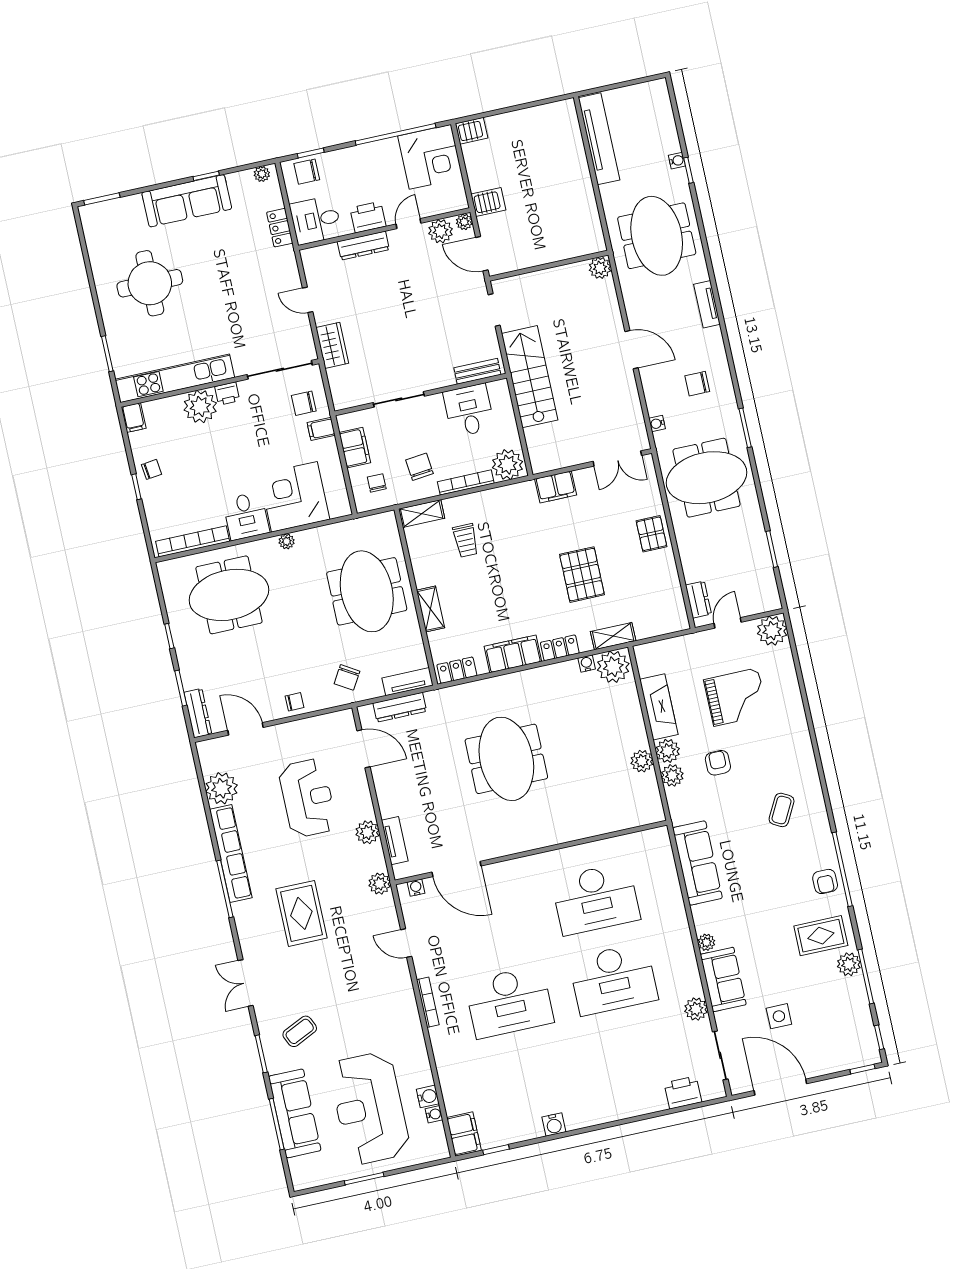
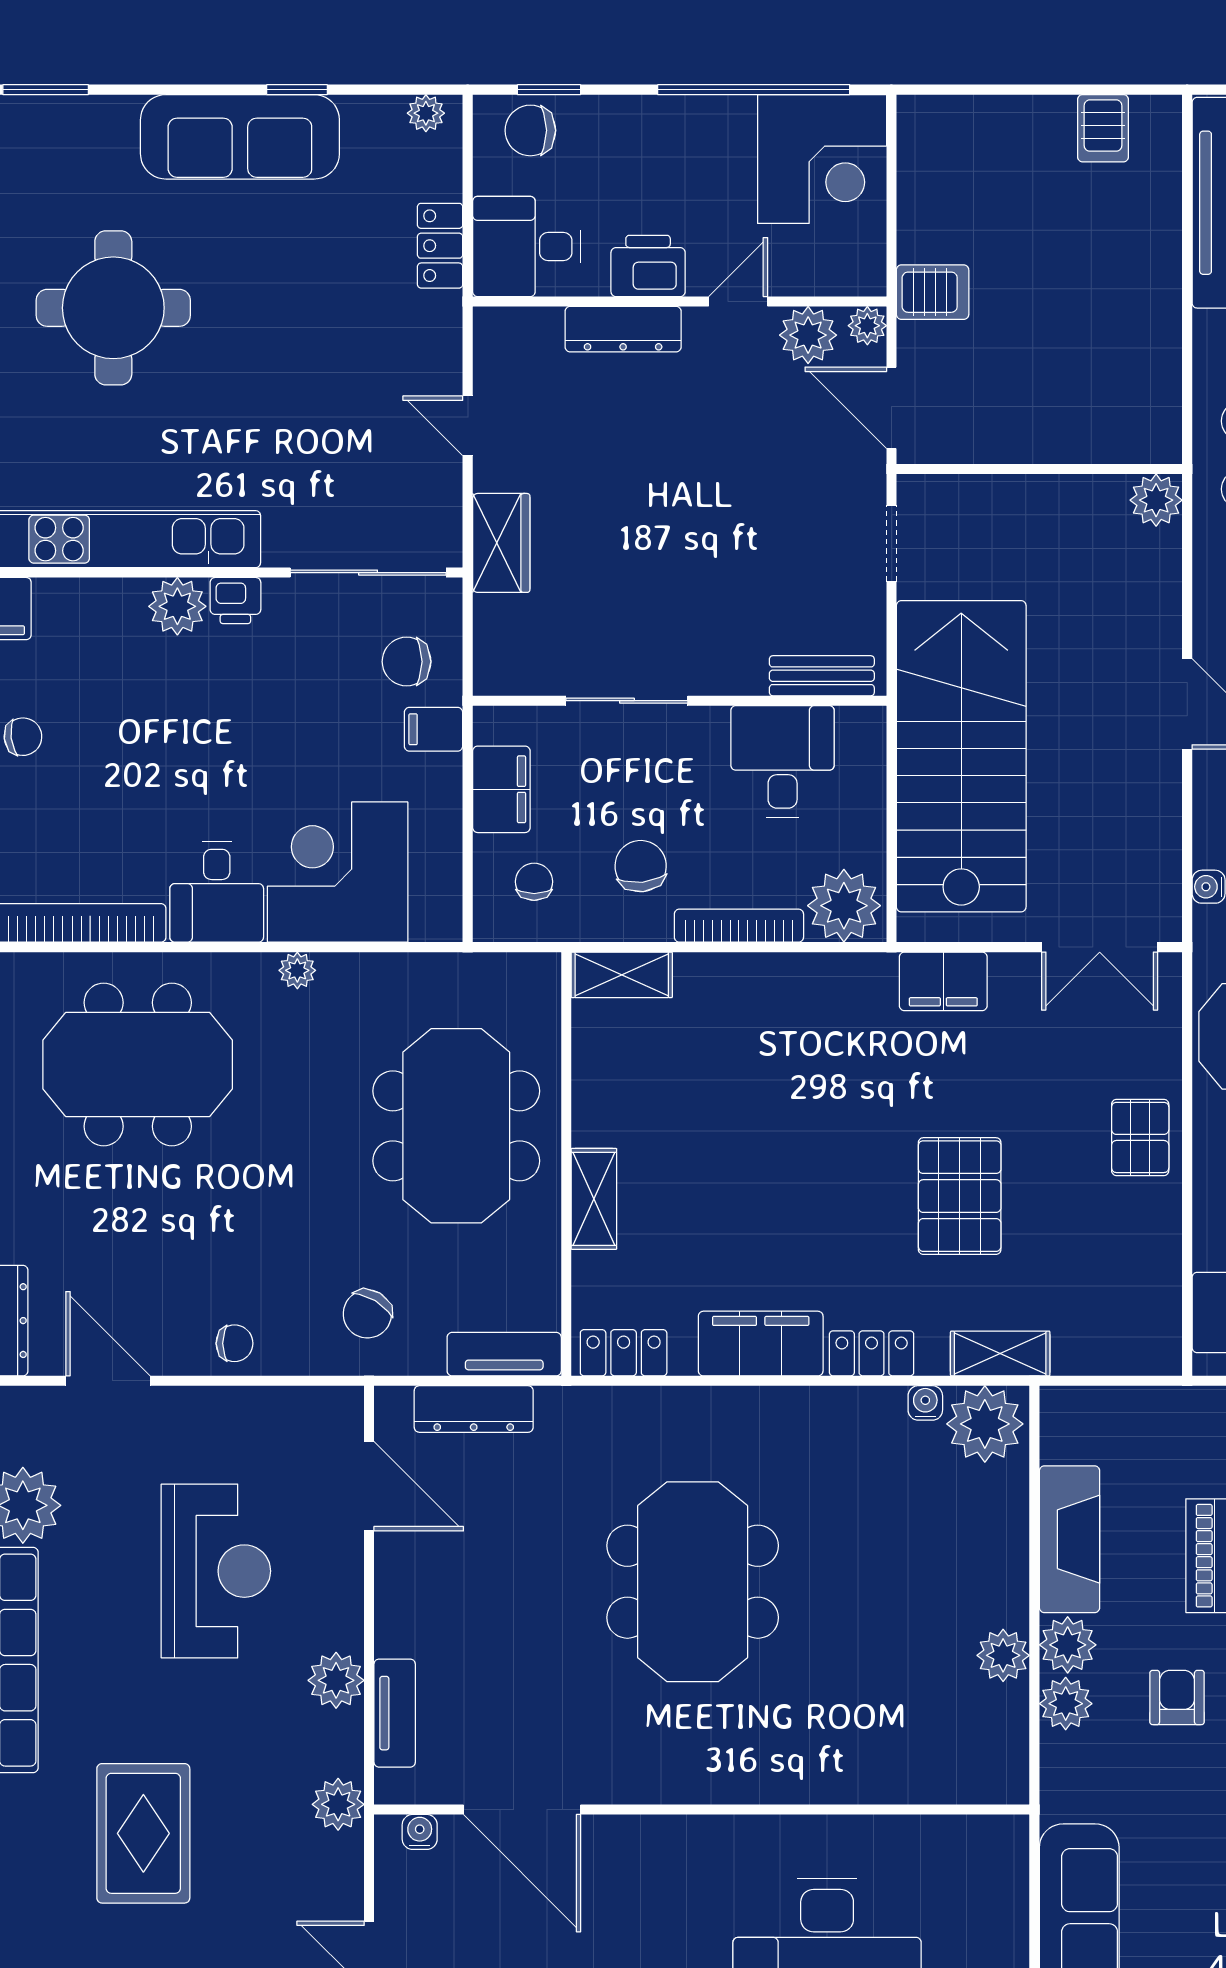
server rack: (472, 131) -> (1103, 128), moved, turned 90
stairs: (530, 377) -> (961, 756), width x1.36, depth x1.51
plant: (200, 407) -> (177, 606), width x0.73, depth x0.73
trolley: (466, 540) -> (709, 1059), removed

